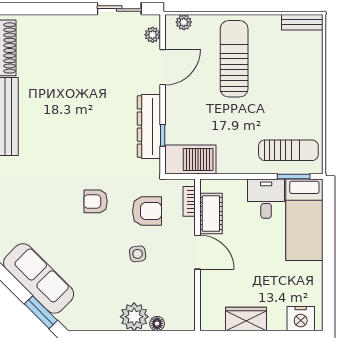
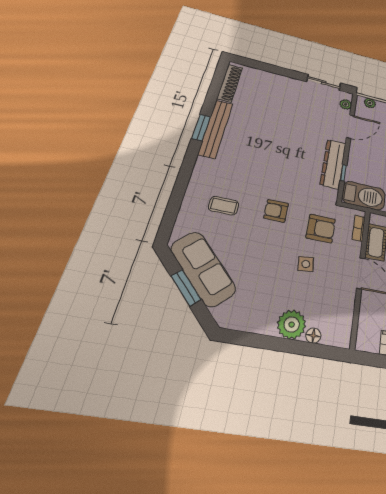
coffee table: (41, 208) -> (224, 206), added
window: (41, 312) -> (186, 288), moved

